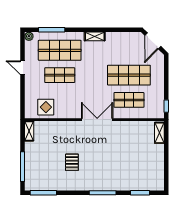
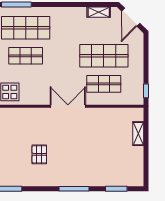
shelving: (95, 36) -> (99, 12), moved
shelving: (159, 133) -> (138, 134), moved

